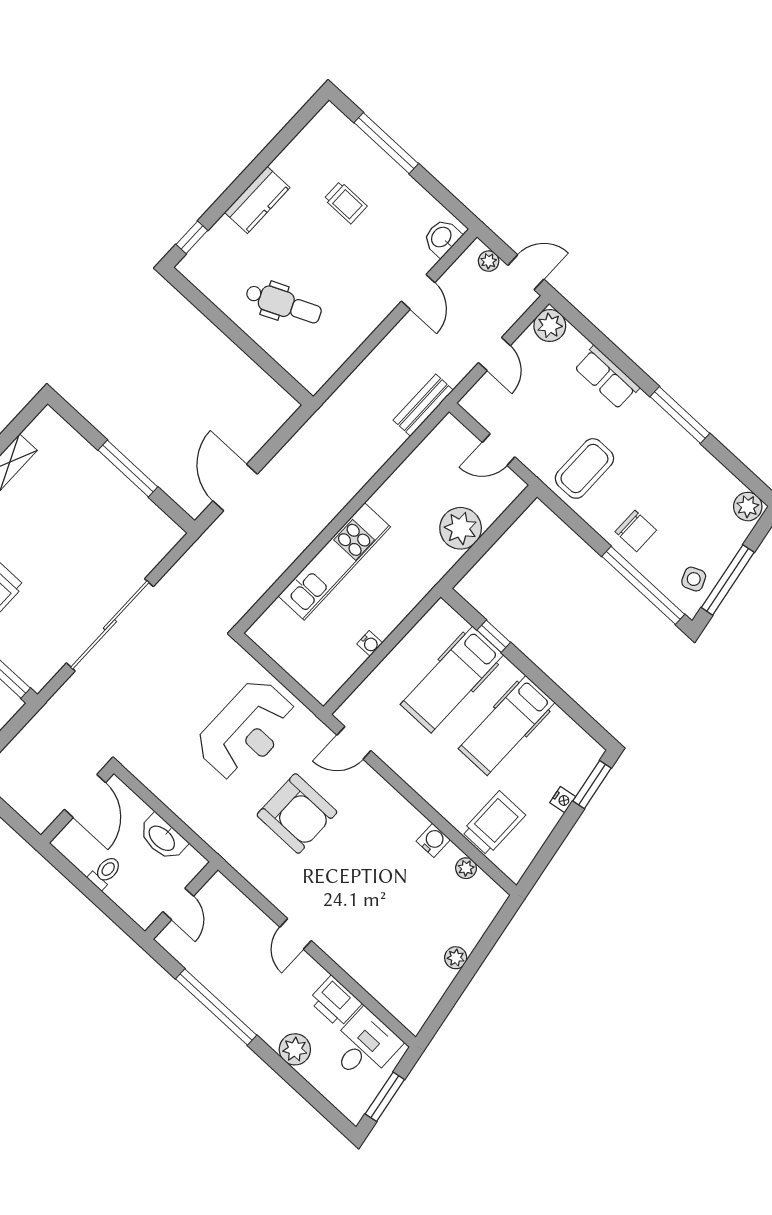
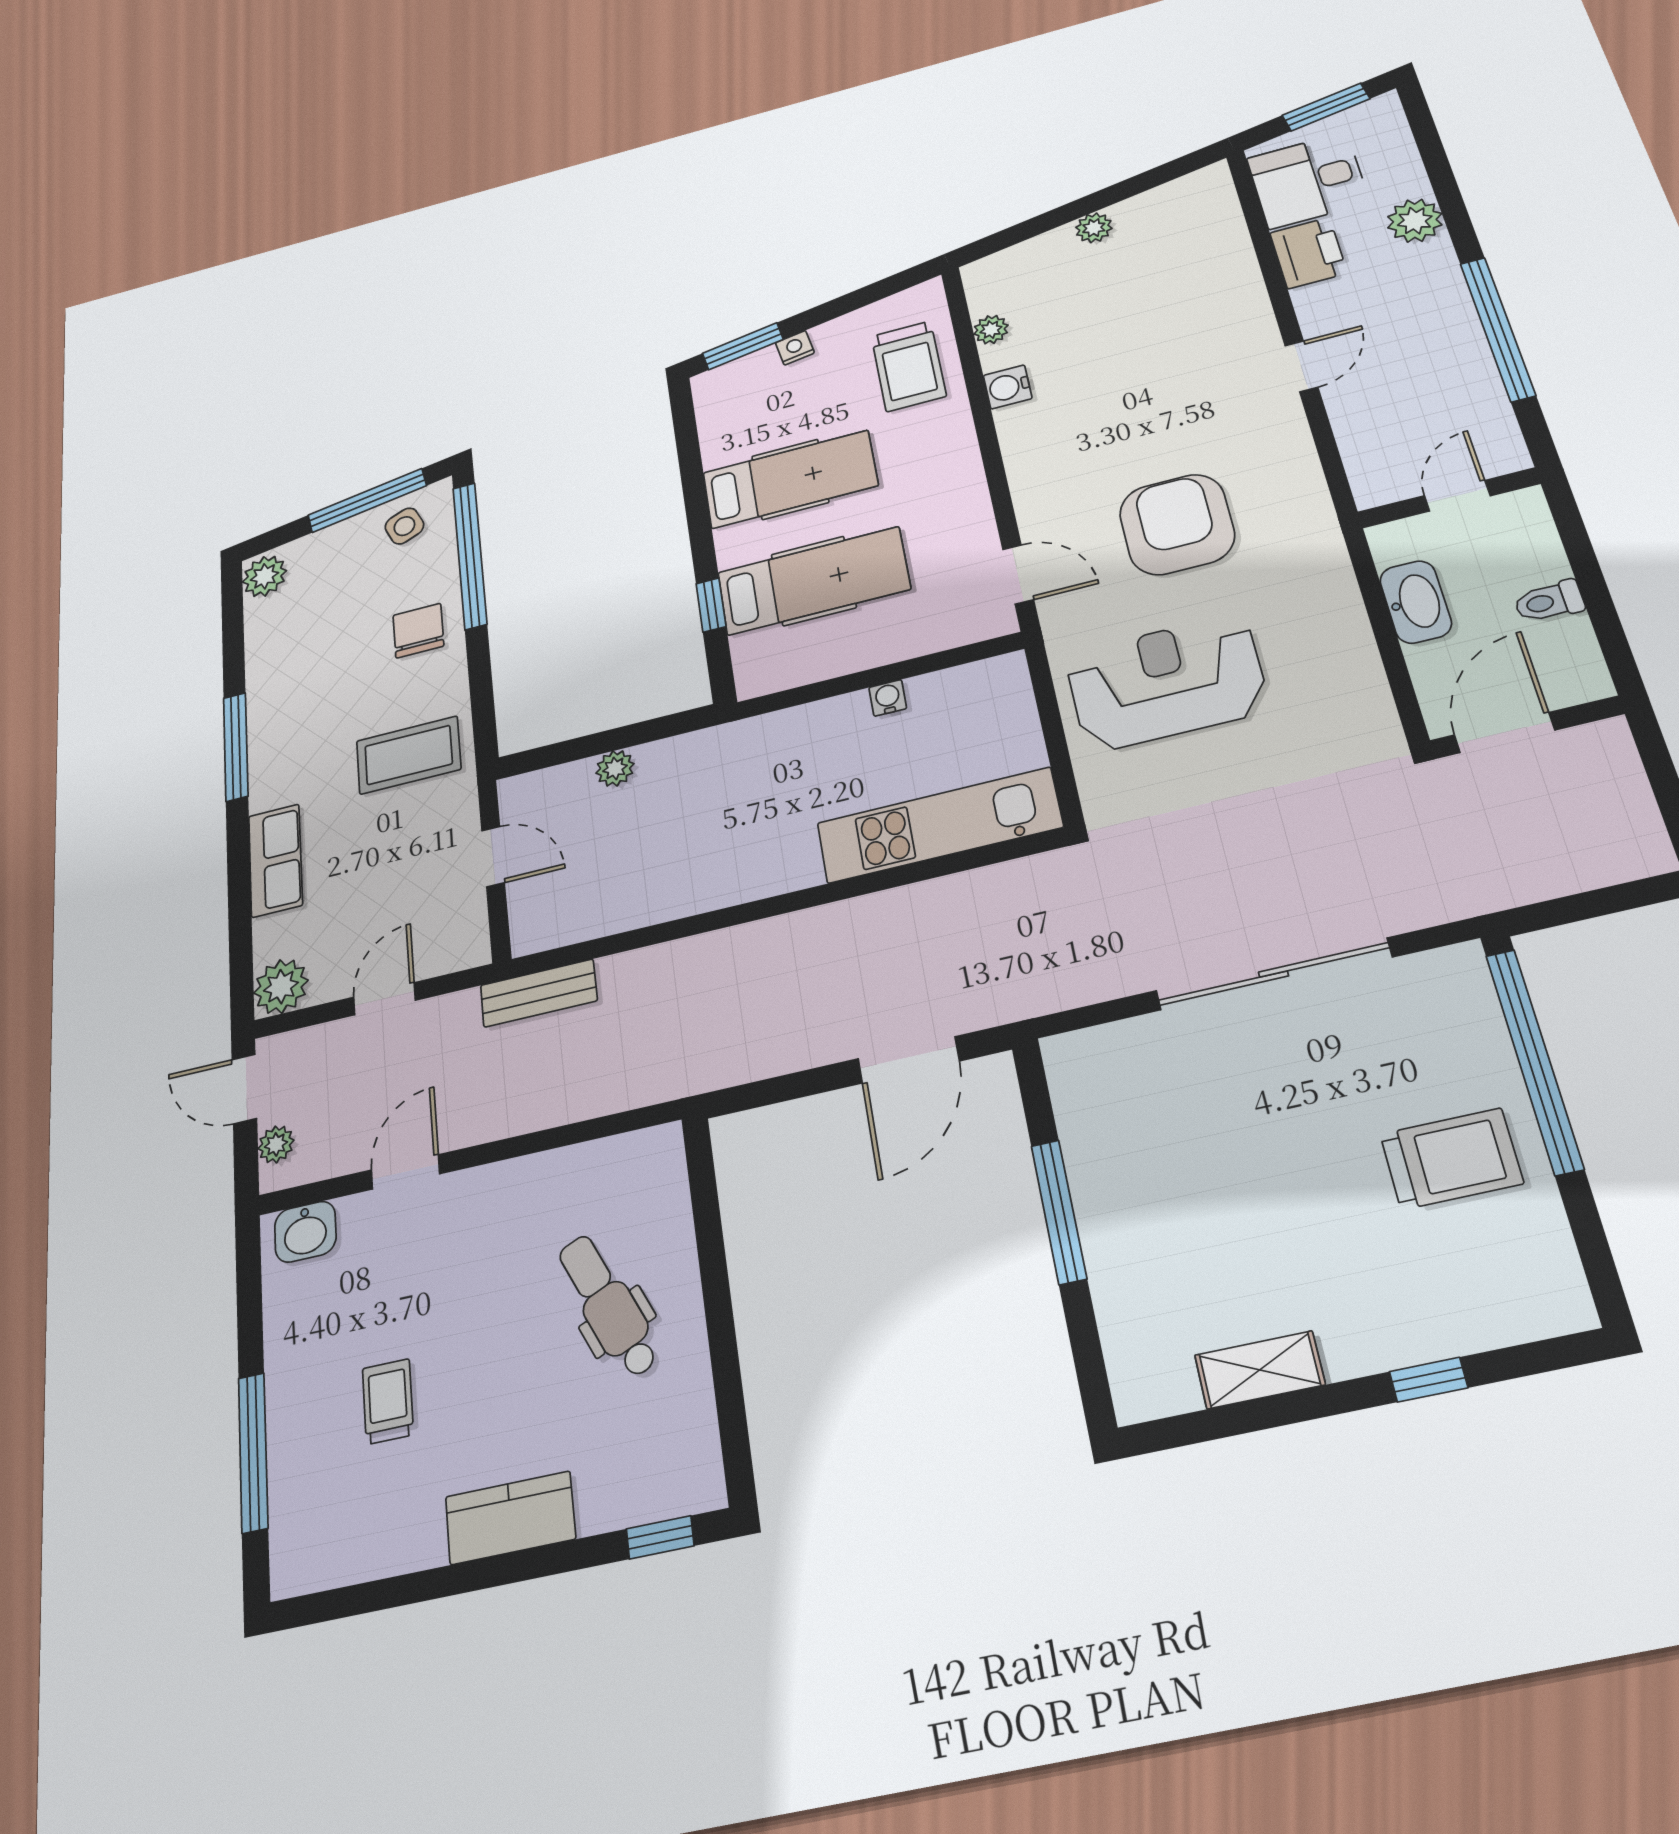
plant: (461, 528) -> (615, 768), width x0.53, depth x0.53
kitchen unit: (334, 561) -> (939, 825), moved
trolley: (494, 823) -> (909, 366), turned -90

